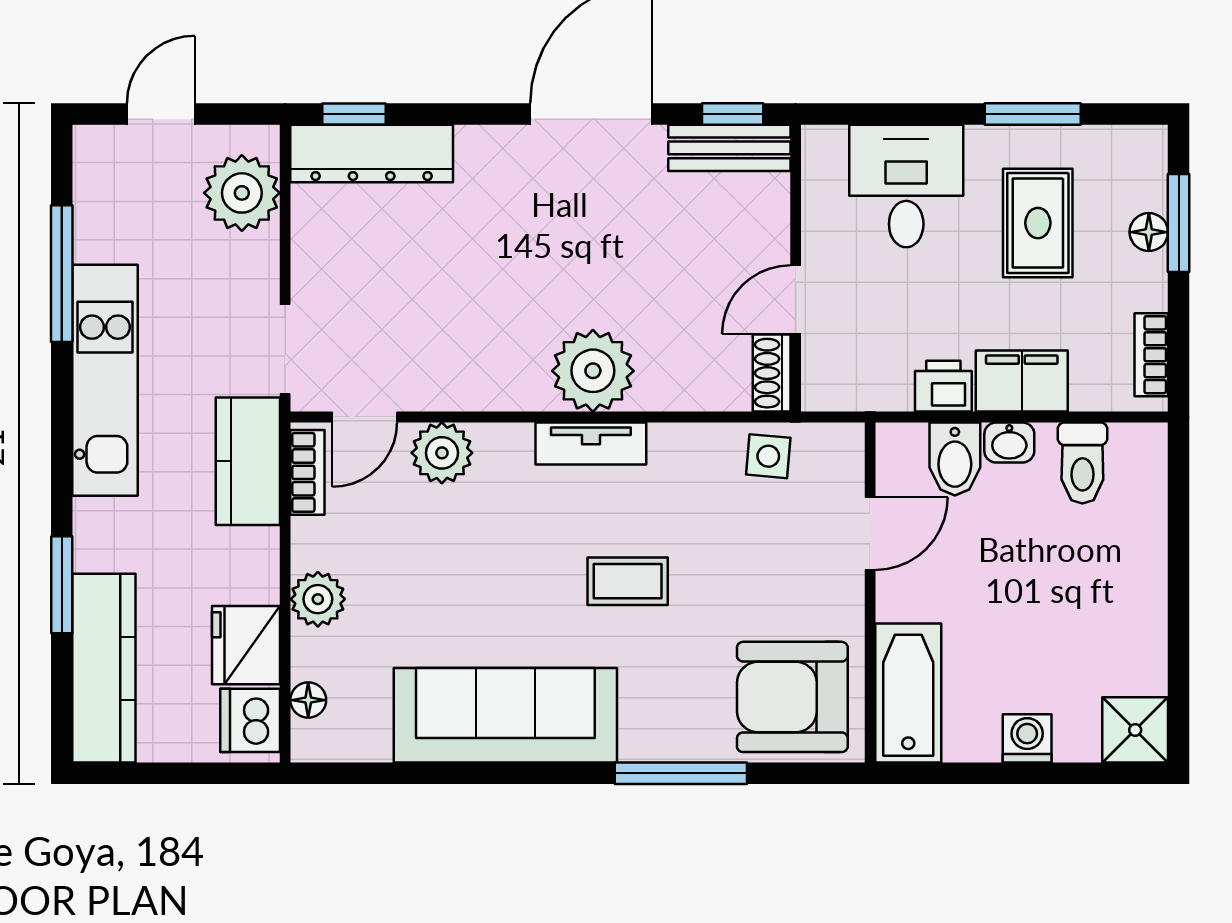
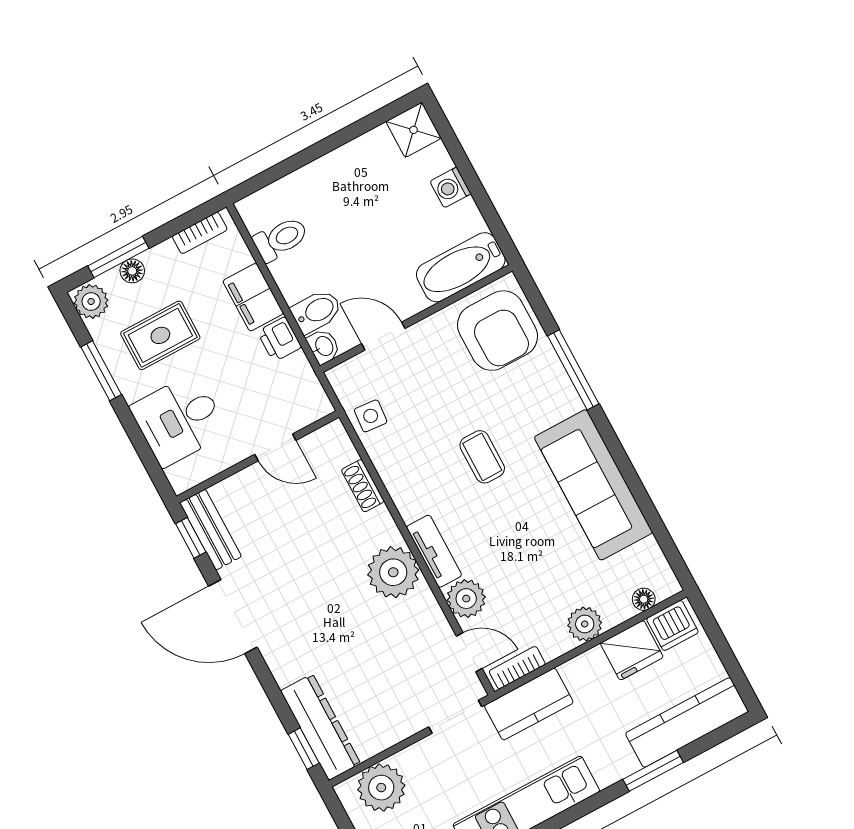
plant: (1137, 152) -> (91, 301), added
plant: (593, 371) -> (393, 572), moved
shoe rack: (772, 373) -> (363, 486), moved, turned 90
washbasin: (1009, 443) -> (324, 346), moved
tv unit: (591, 444) -> (434, 551), moved

